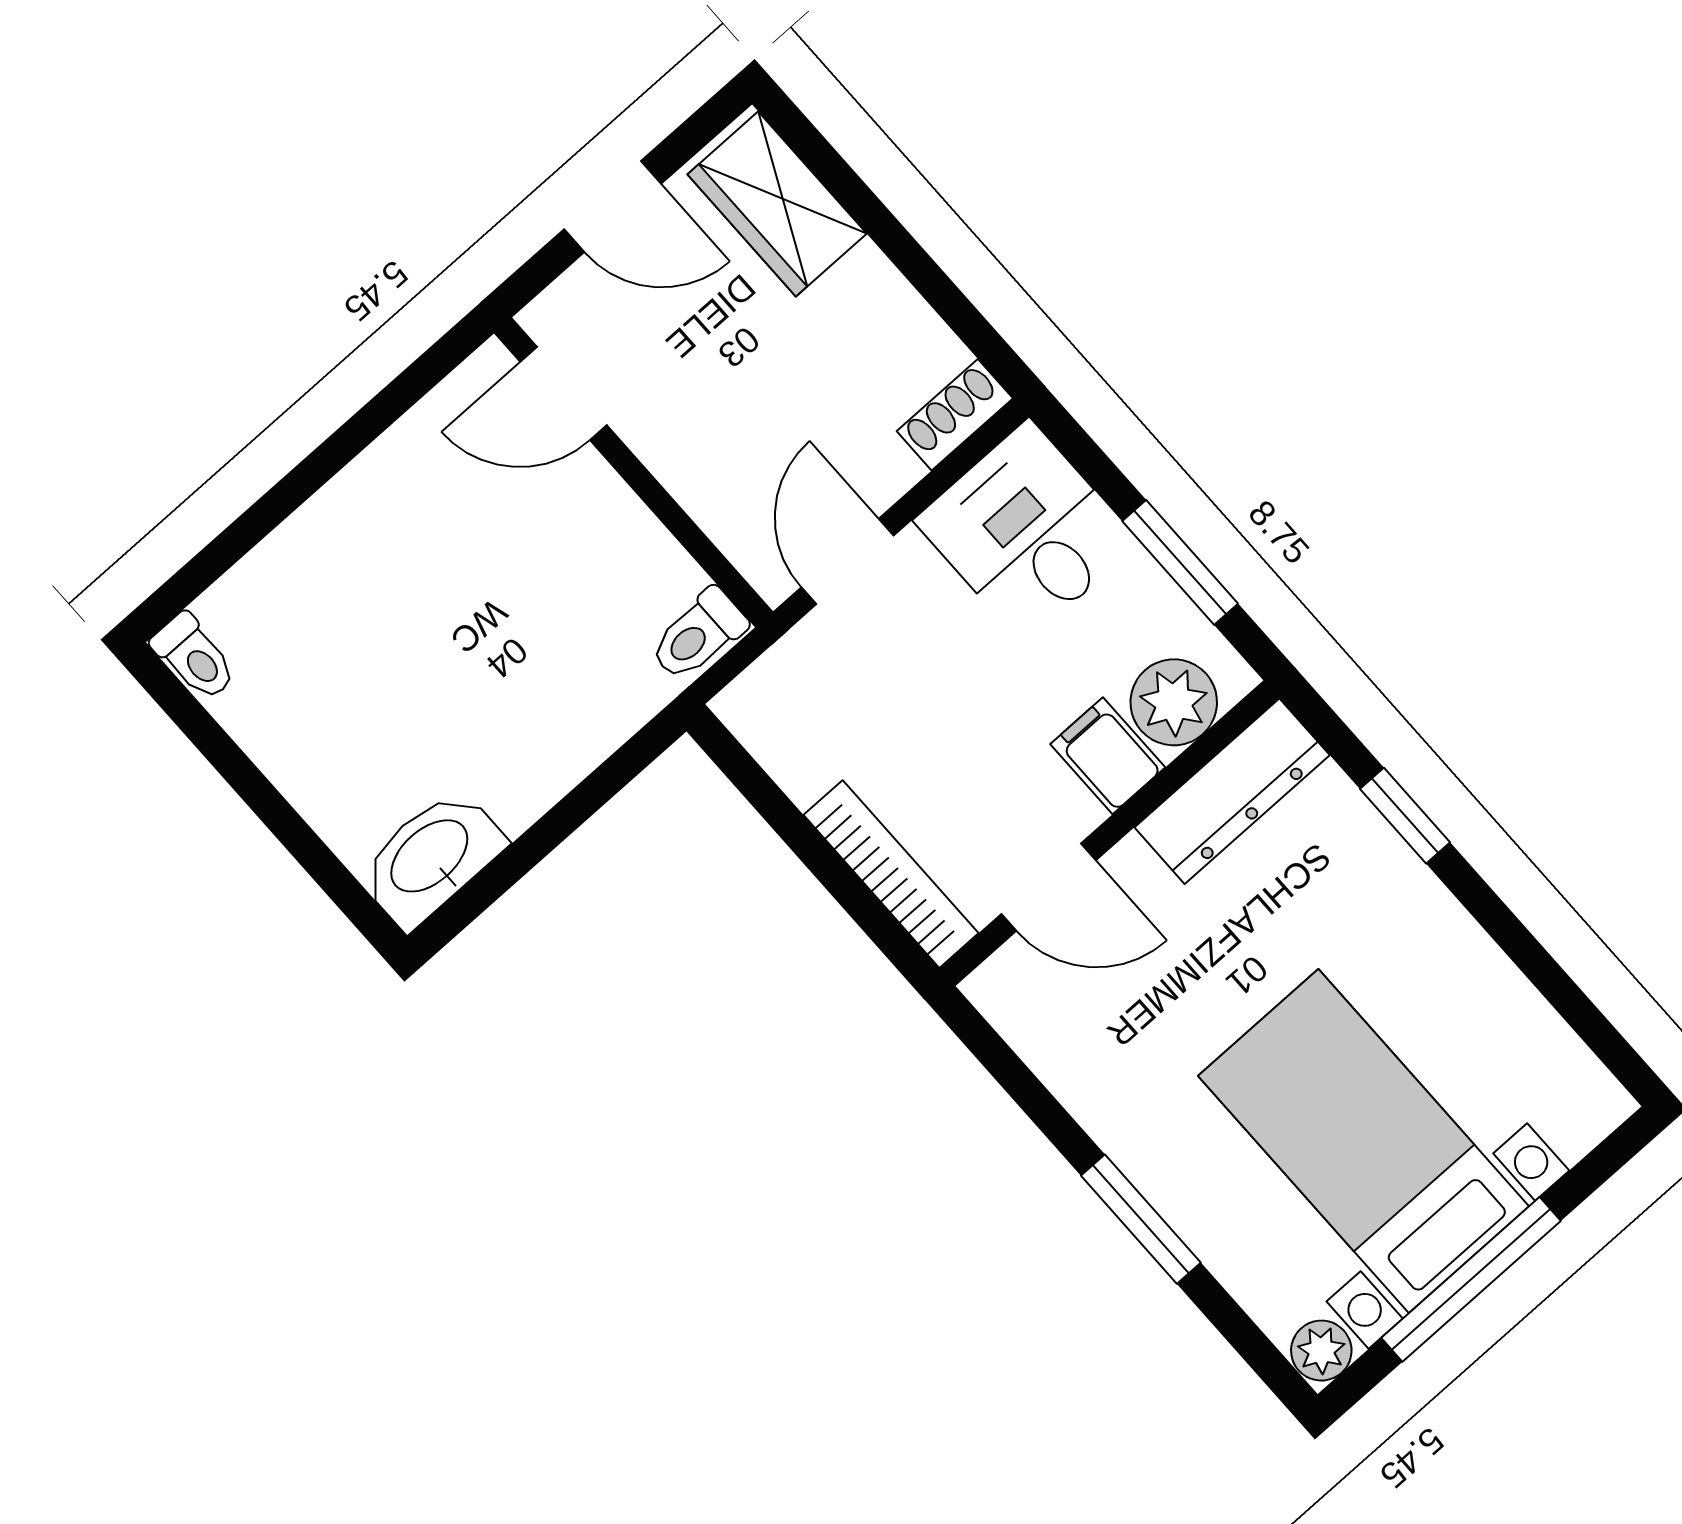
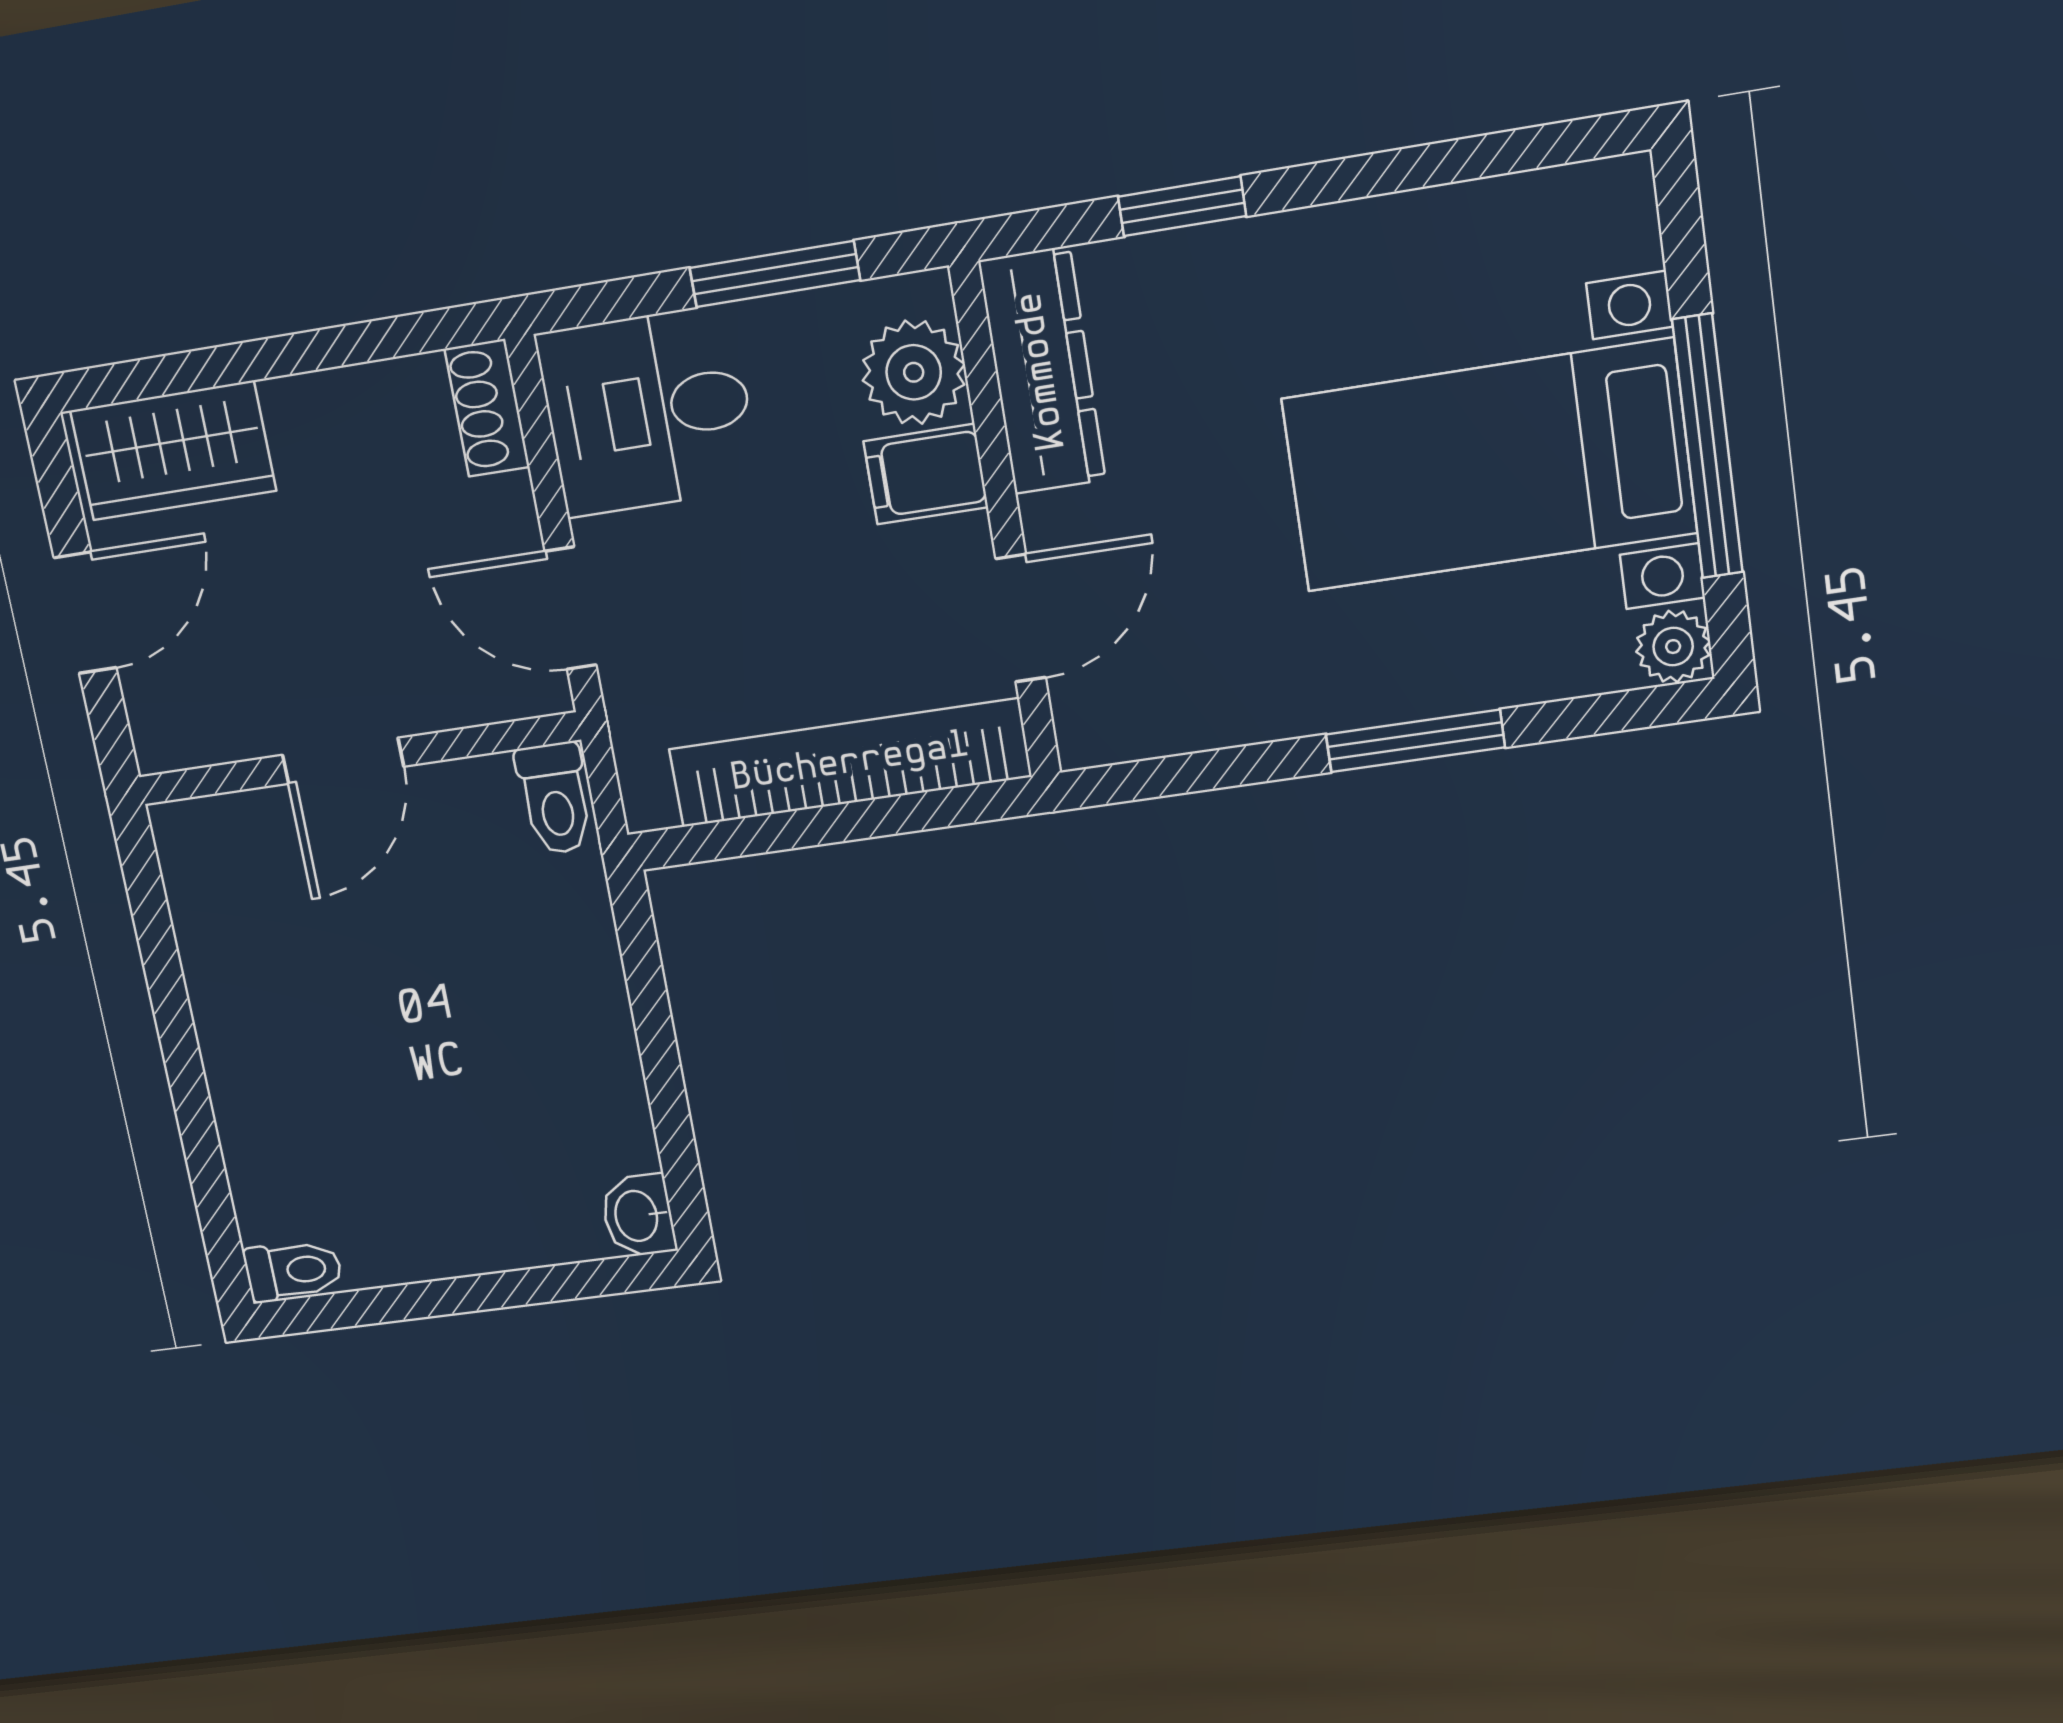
door: (563, 394) -> (343, 761), moved
washbasin: (431, 858) -> (638, 1216), width x0.52, depth x0.69
bookcase: (891, 874) -> (850, 763), width x1.48, depth x1.31

